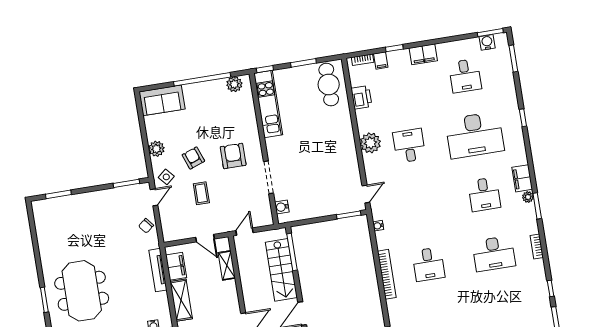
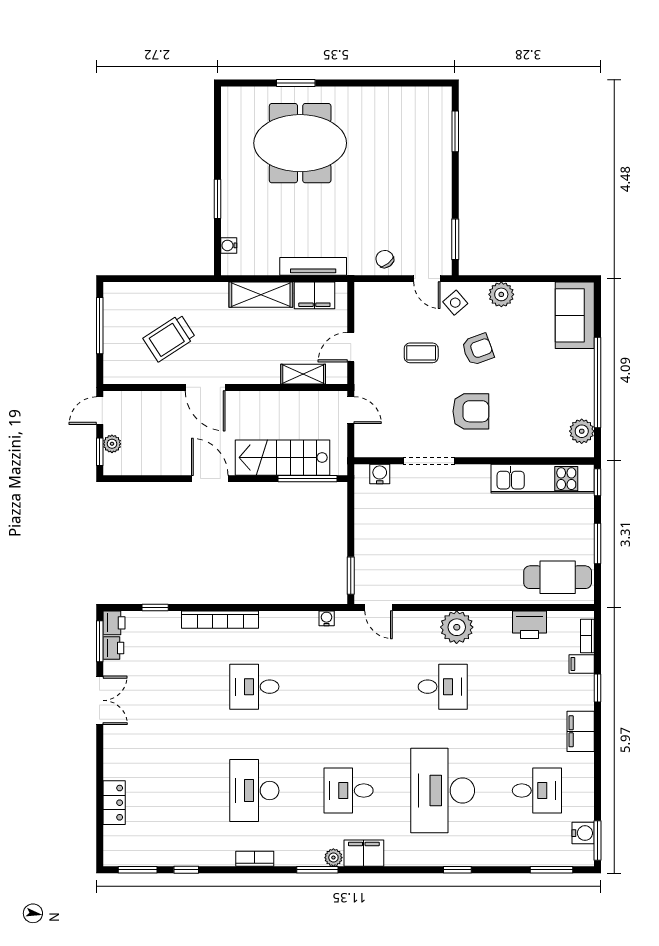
desk: (465, 76) -> (537, 791), turned 180
bookcase: (387, 274) -> (220, 620), moved

